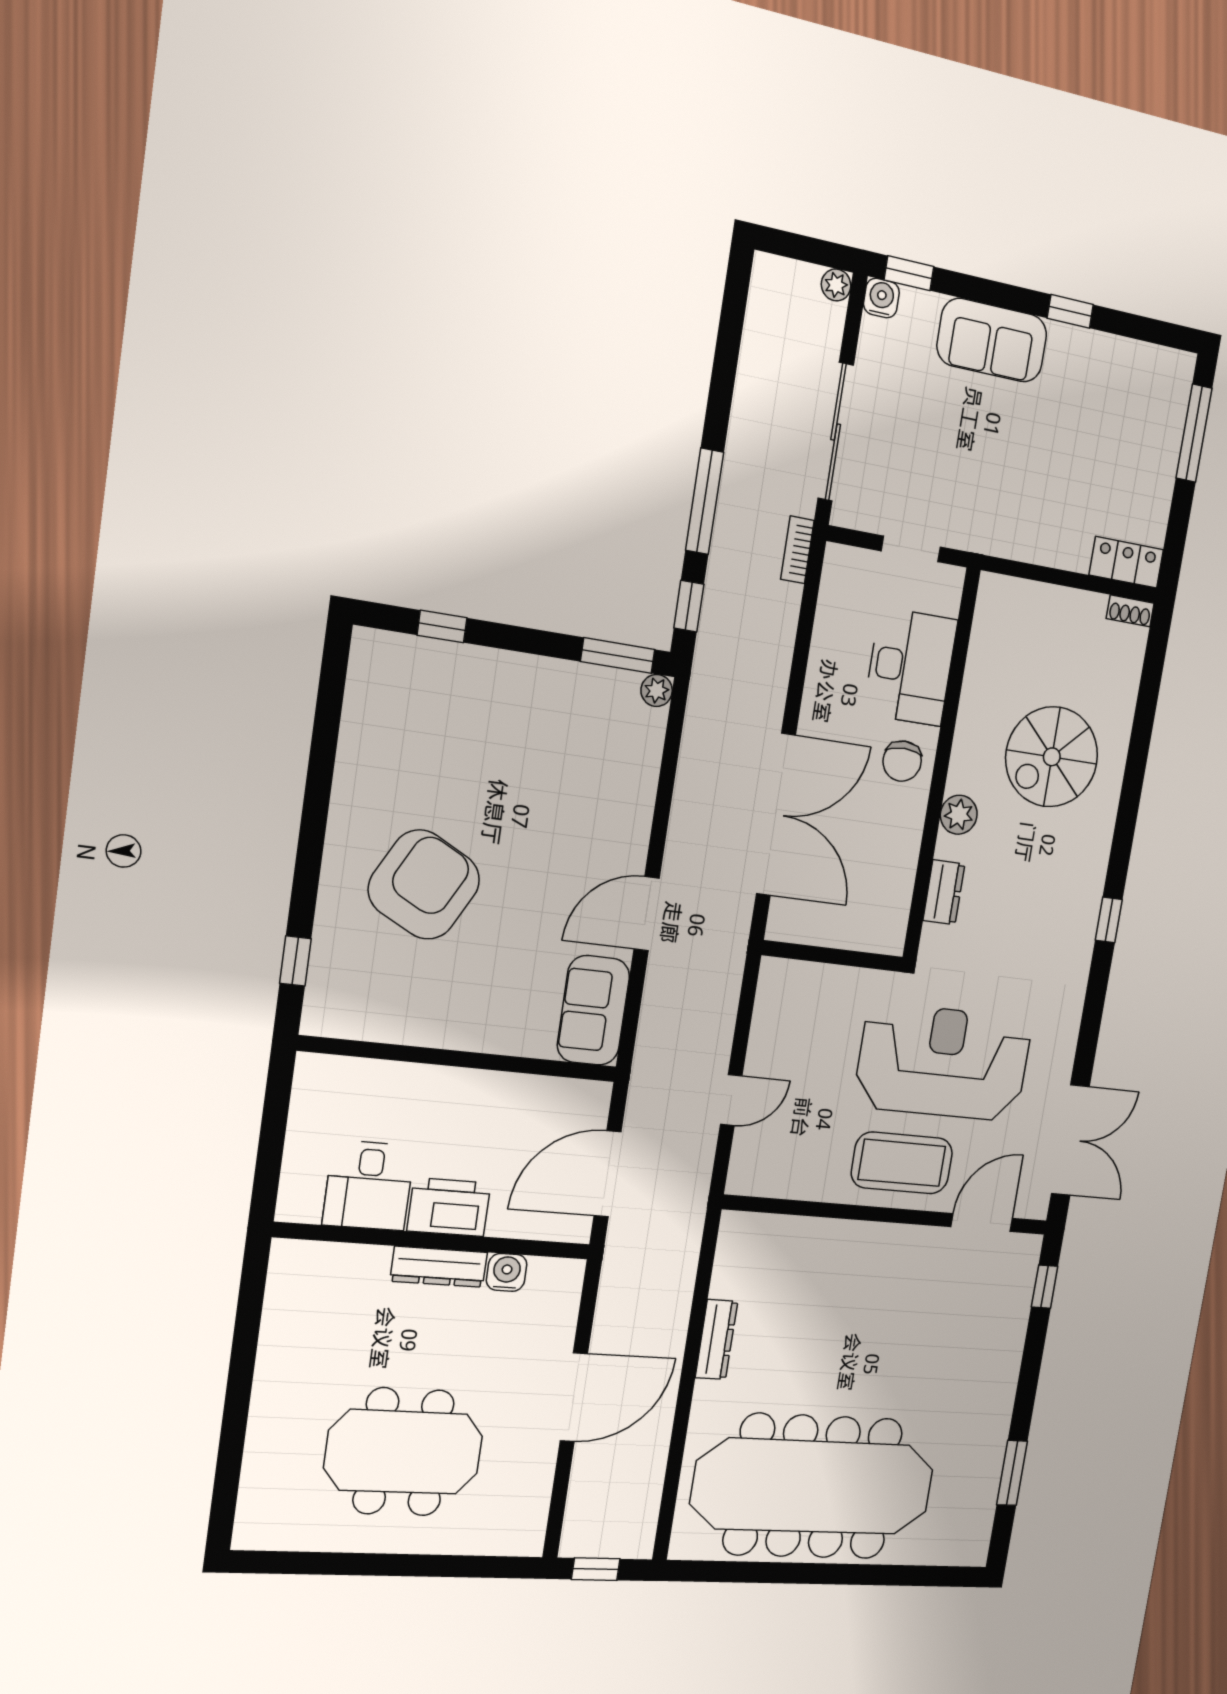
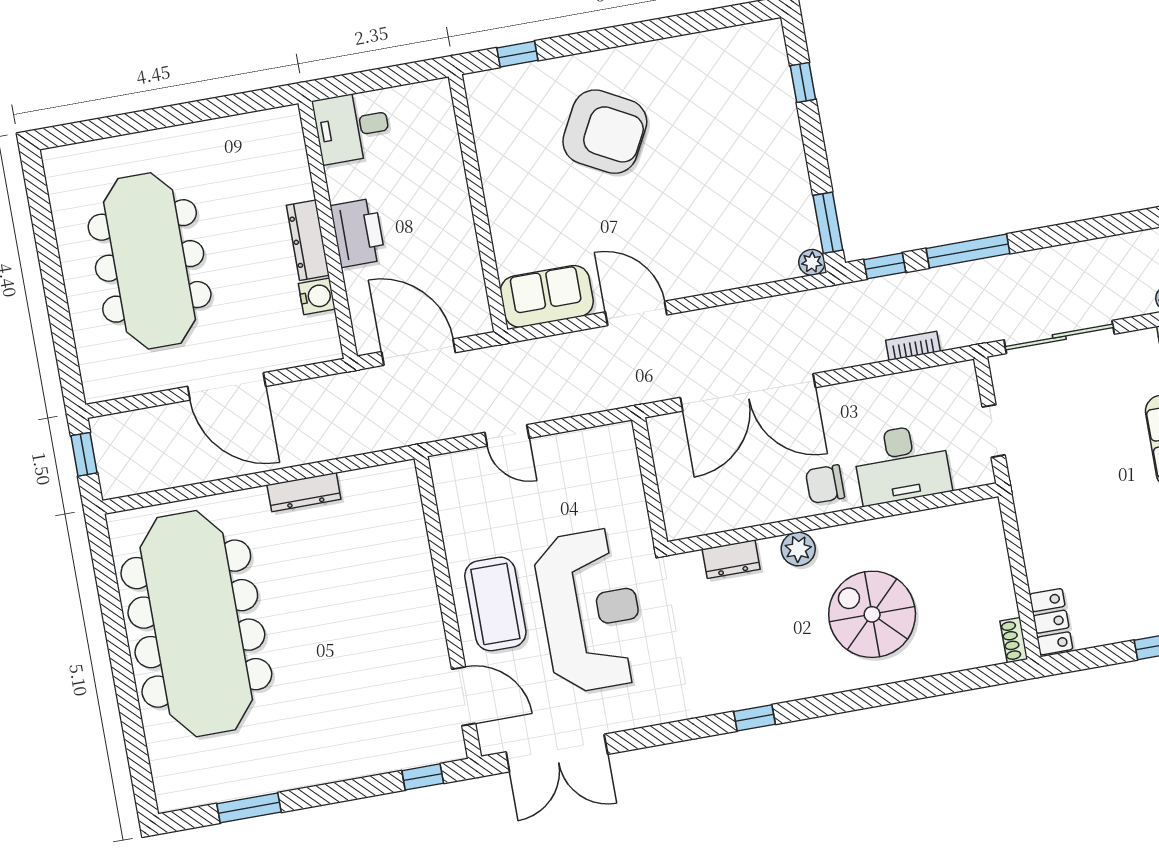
bookcase: (797, 550) -> (913, 346), moved
desk: (369, 1186) -> (352, 127), moved
meeting table: (404, 1452) -> (150, 261), width x1.36

